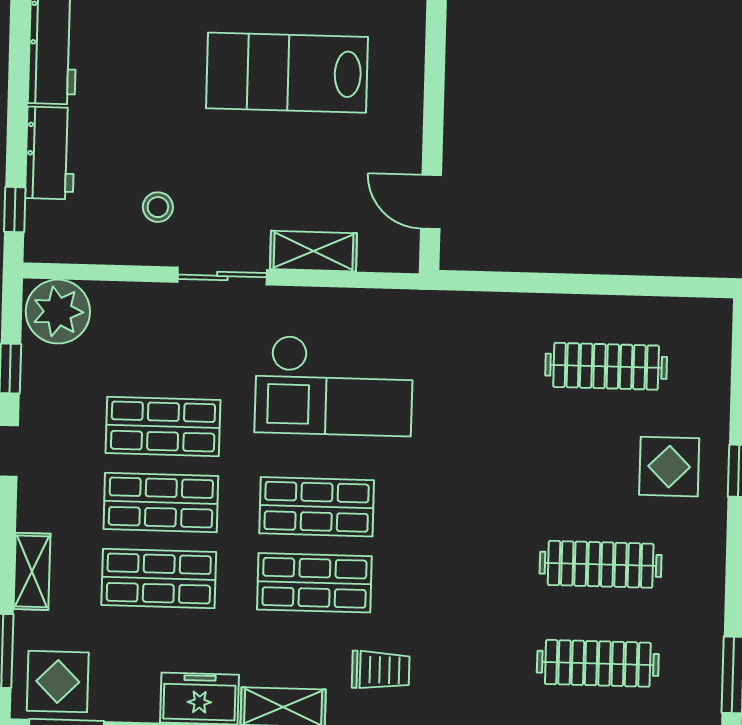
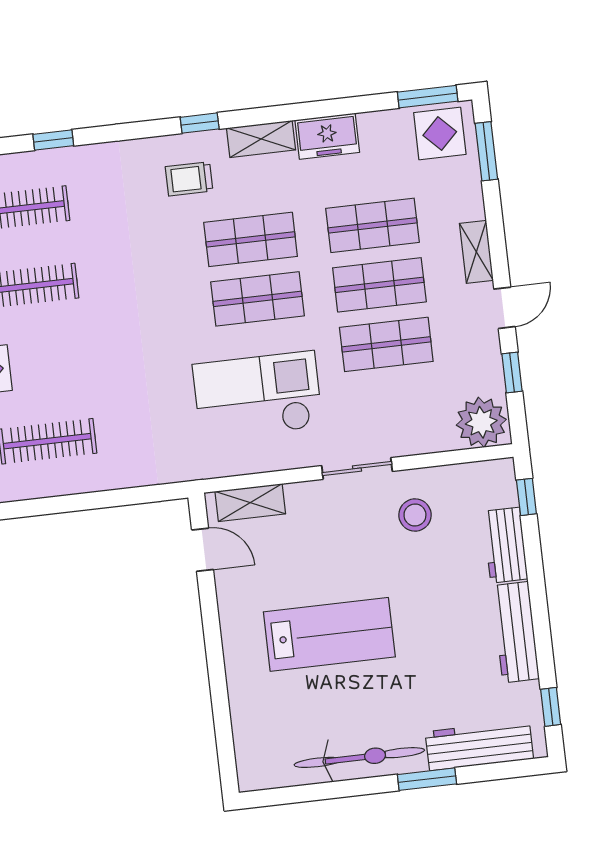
stool: (158, 207) -> (415, 515), width x1.37, depth x1.37
shelving: (314, 251) -> (250, 503), moved
shelving: (32, 571) -> (476, 252), moved

